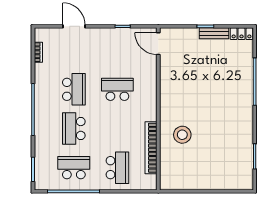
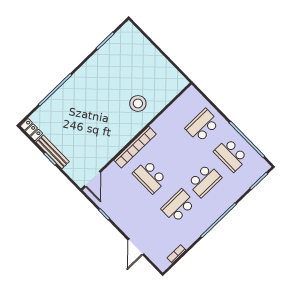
bench: (214, 33) -> (53, 152), width x1.36
bookcase: (151, 148) -> (135, 147), moved

